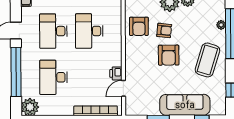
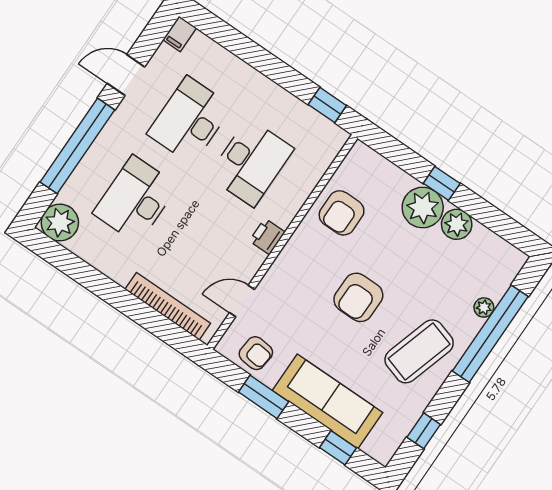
armchair: (164, 30) -> (256, 353), moved
desk: (89, 31) -> (251, 162), turned 180
printer: (116, 73) -> (267, 236), moved

